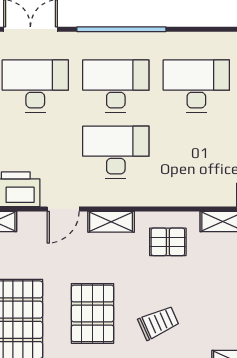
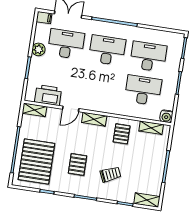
desk: (116, 152) -> (143, 90), moved
pallet: (168, 242) -> (122, 134), turned 90
pallet: (92, 313) -> (78, 165), width x0.67, depth x0.71

